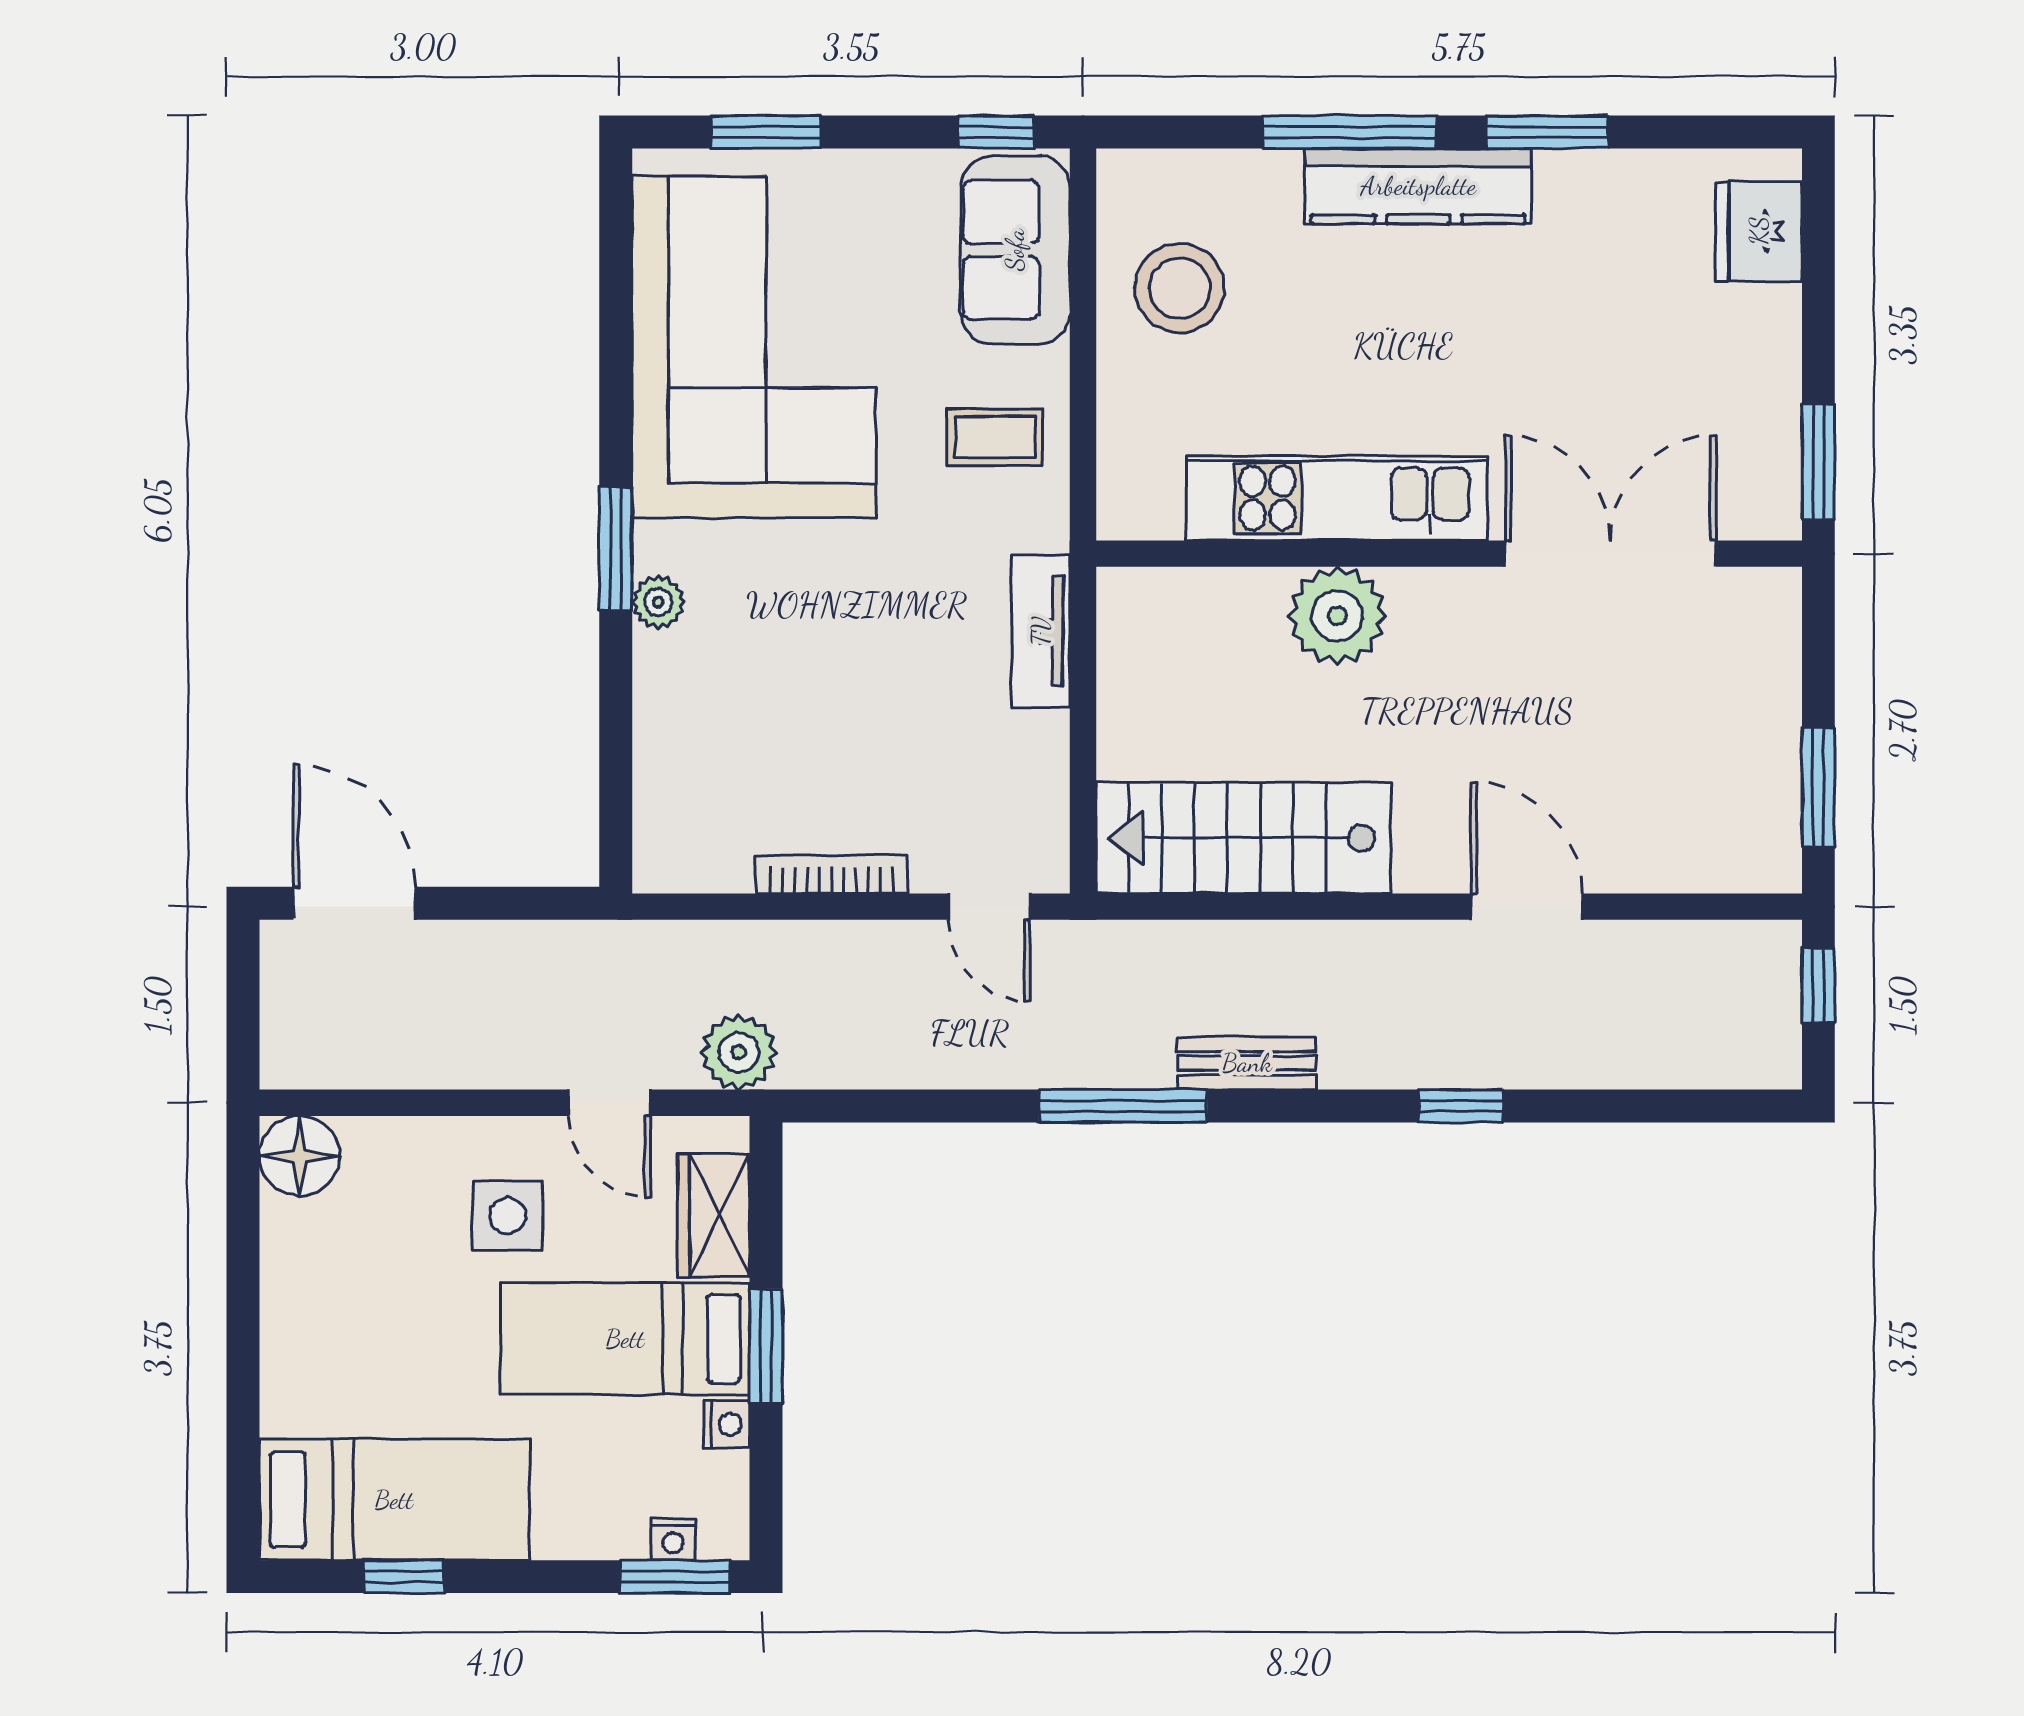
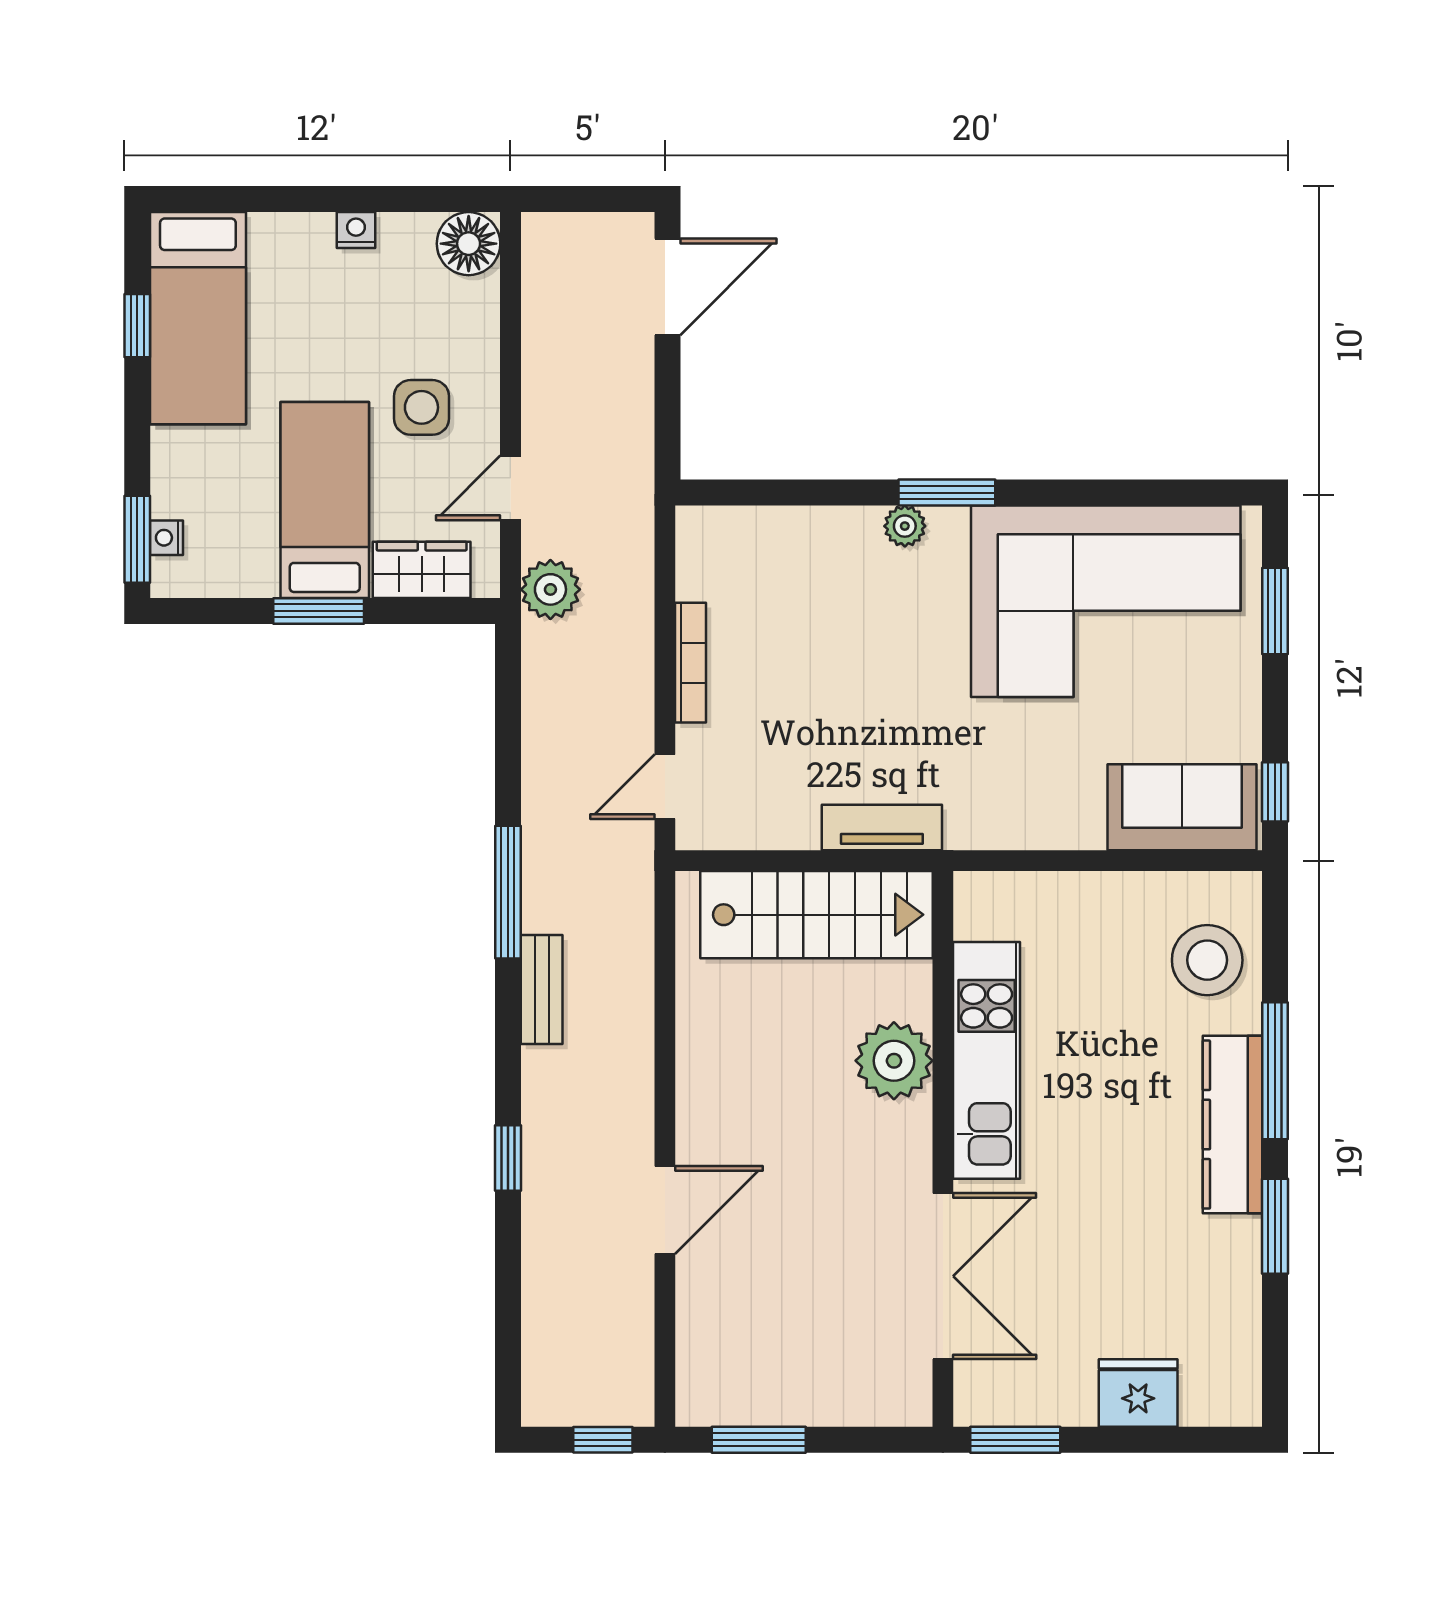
fridge: (1759, 231) -> (1138, 1393), moved
stool: (1180, 288) -> (1207, 960), moved
coffee table: (995, 437) -> (1035, 791), removed
stairs: (1243, 838) -> (817, 915), moved, turned 90
nightstand: (727, 1424) -> (356, 230), moved, turned 180

